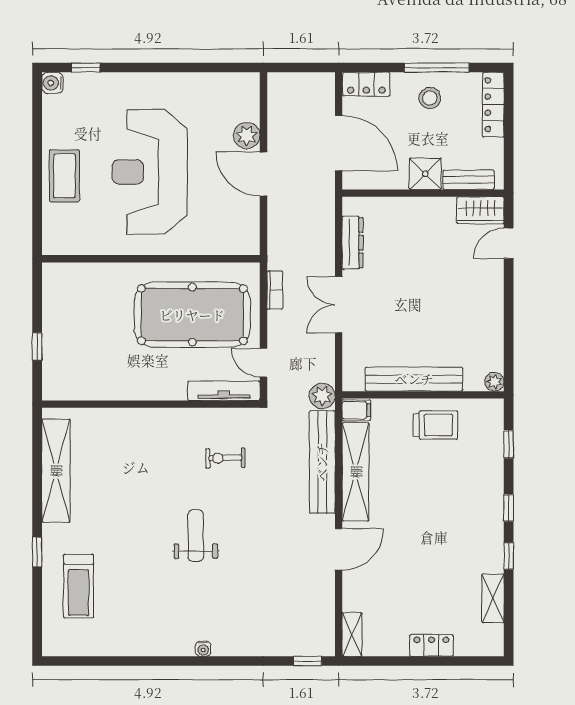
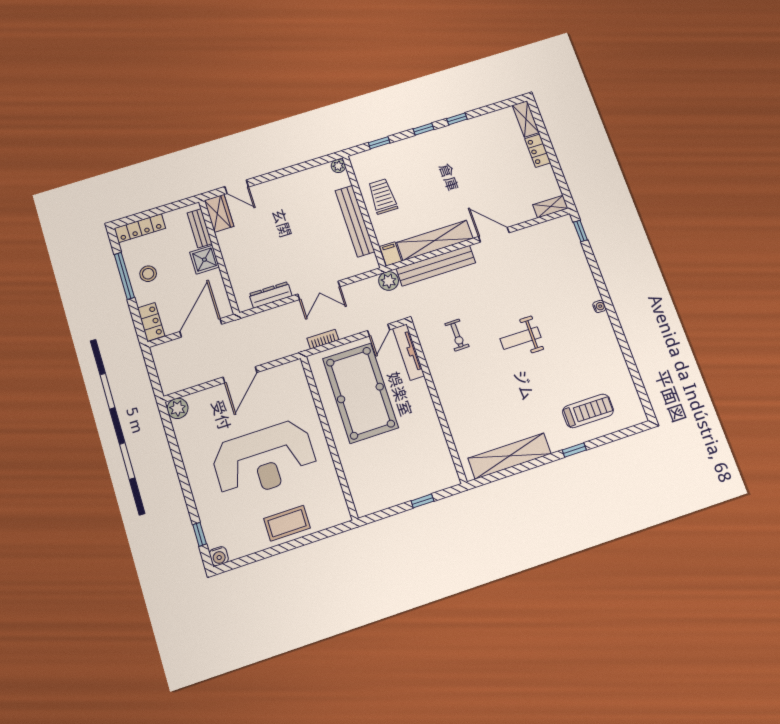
plant: (247, 135) -> (178, 408), moved
shelving: (493, 598) -> (526, 119), moved, turned 90

